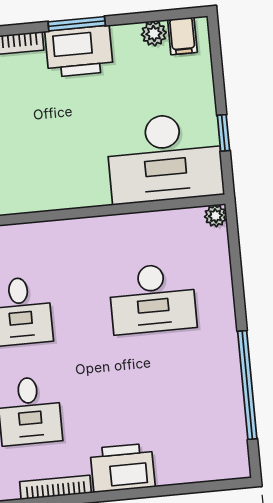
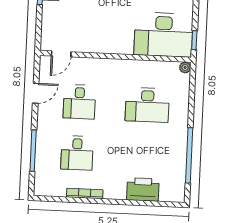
window: (223, 133) -> (194, 40), moved
printer: (123, 468) -> (143, 189), moved

